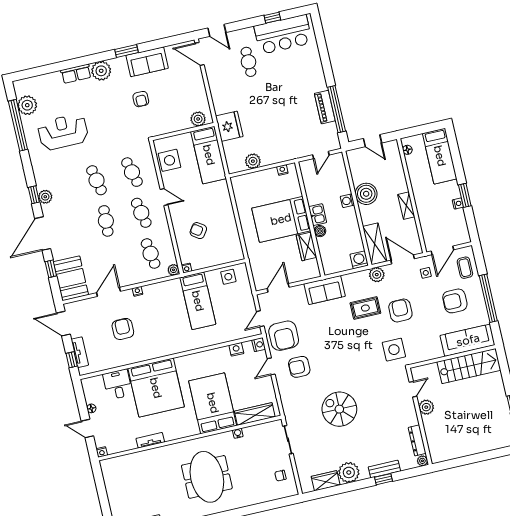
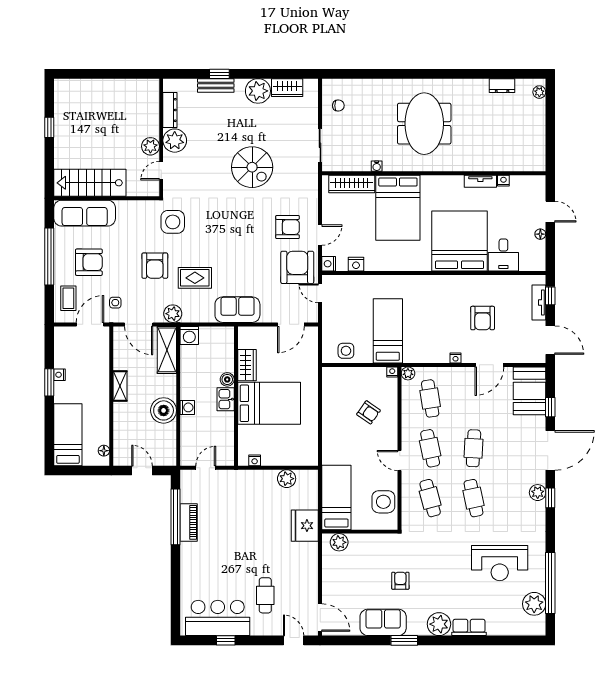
door: (260, 319) -> (320, 293), swing flipped
nightstand: (102, 452) -> (503, 181), moved
plant: (422, 461) -> (175, 141), moved, width x1.87, depth x1.87

